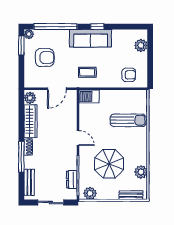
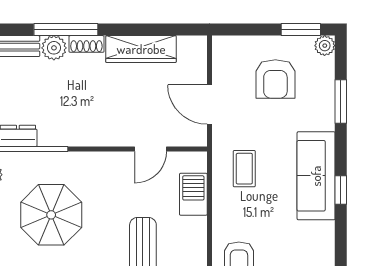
window: (55, 27) -> (341, 102), width x0.47
barbecue: (89, 96) -> (193, 194), moved
plant: (30, 98) -> (54, 48), moved
door: (78, 138) -> (151, 149), moved

